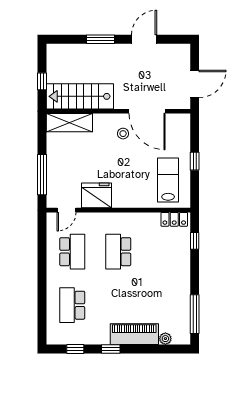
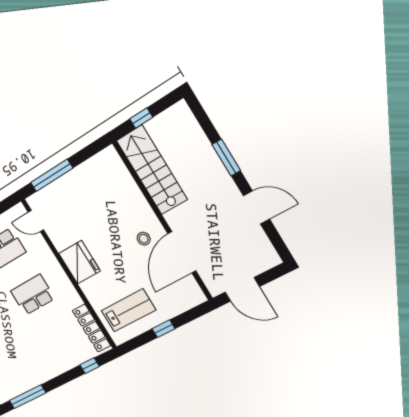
shelving: (69, 123) -> (119, 174), removed
fridge: (97, 195) -> (79, 262), moved
locker: (174, 219) -> (91, 328), width x1.53

